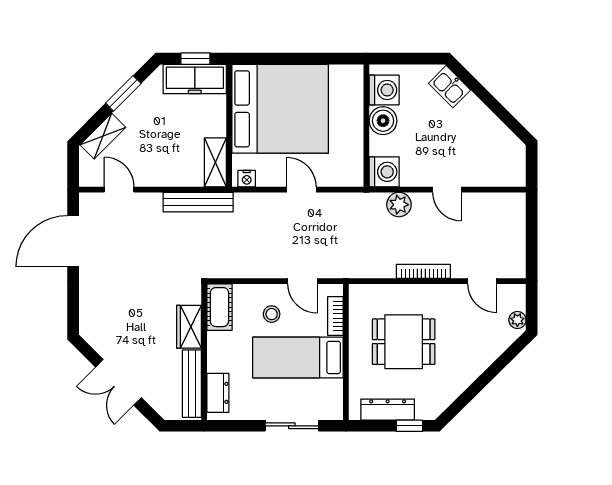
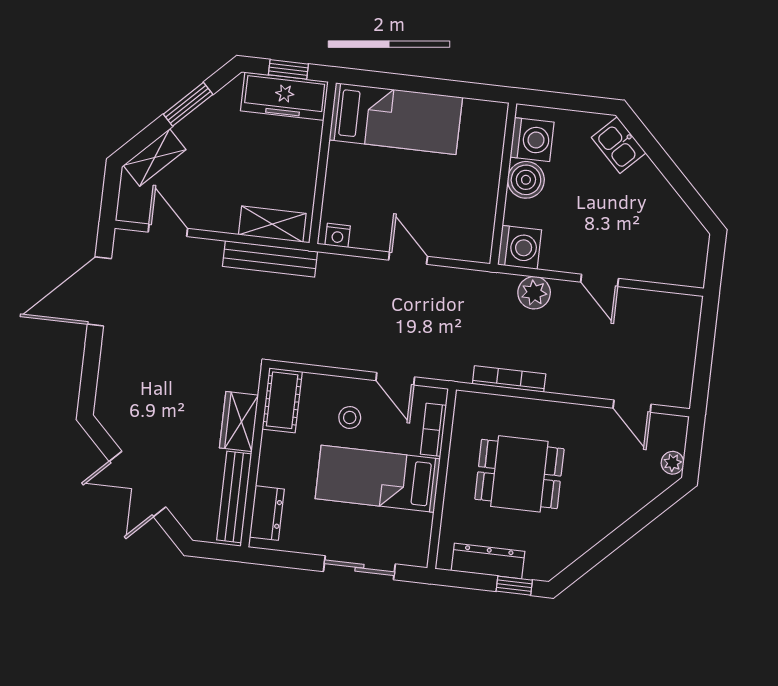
bed: (280, 109) -> (396, 119), width x0.49
shelving: (215, 162) -> (272, 224), moved, turned 90
bookcase: (423, 271) -> (509, 379), moved

